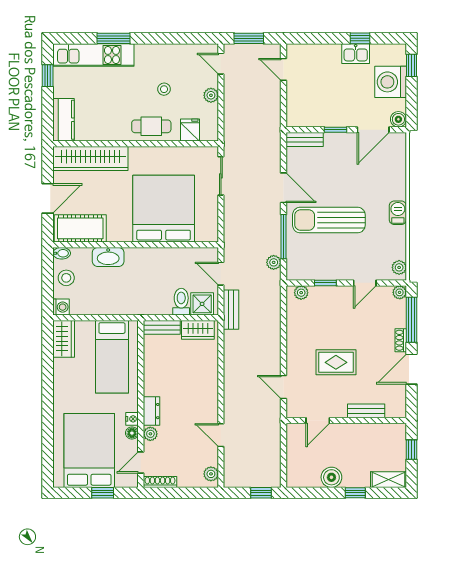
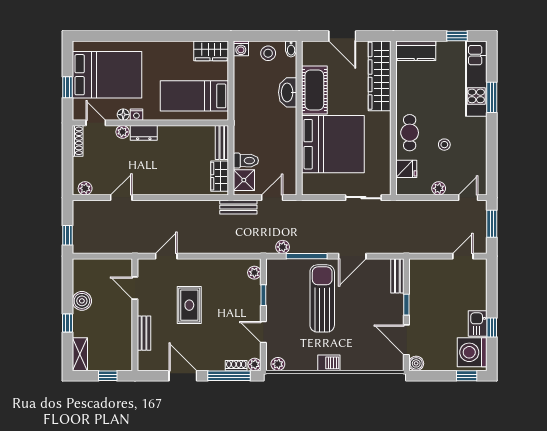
washing machine: (391, 82) -> (472, 352), moved, turned -90
cot: (80, 228) -> (314, 90), moved
shoe rack: (401, 340) -> (236, 366), moved

